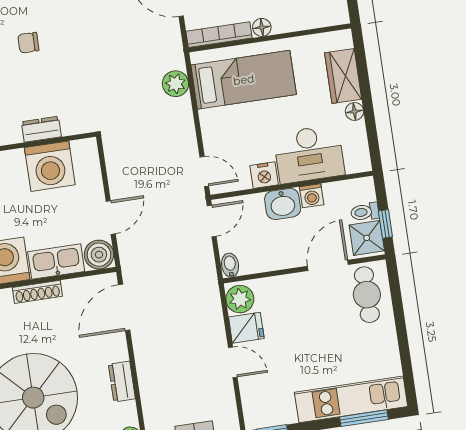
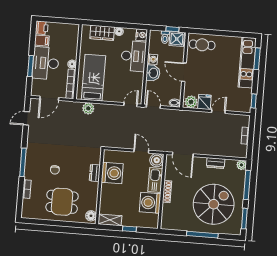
nightstand: (264, 175) -> (142, 35), moved
door: (328, 265) -> (184, 72), moved

